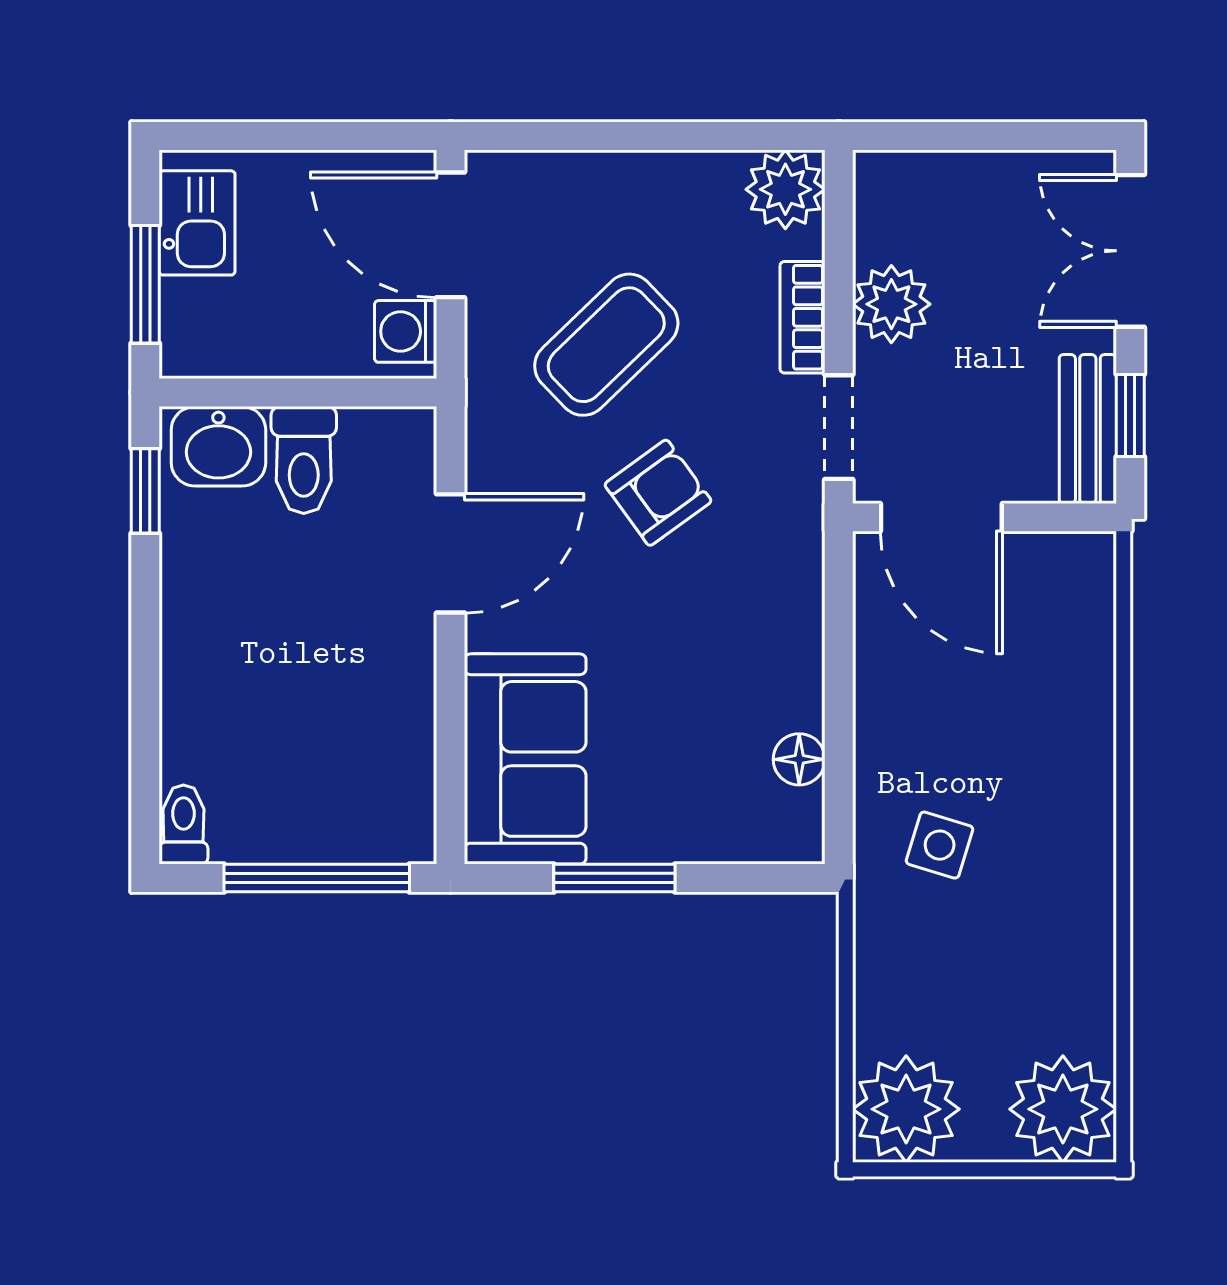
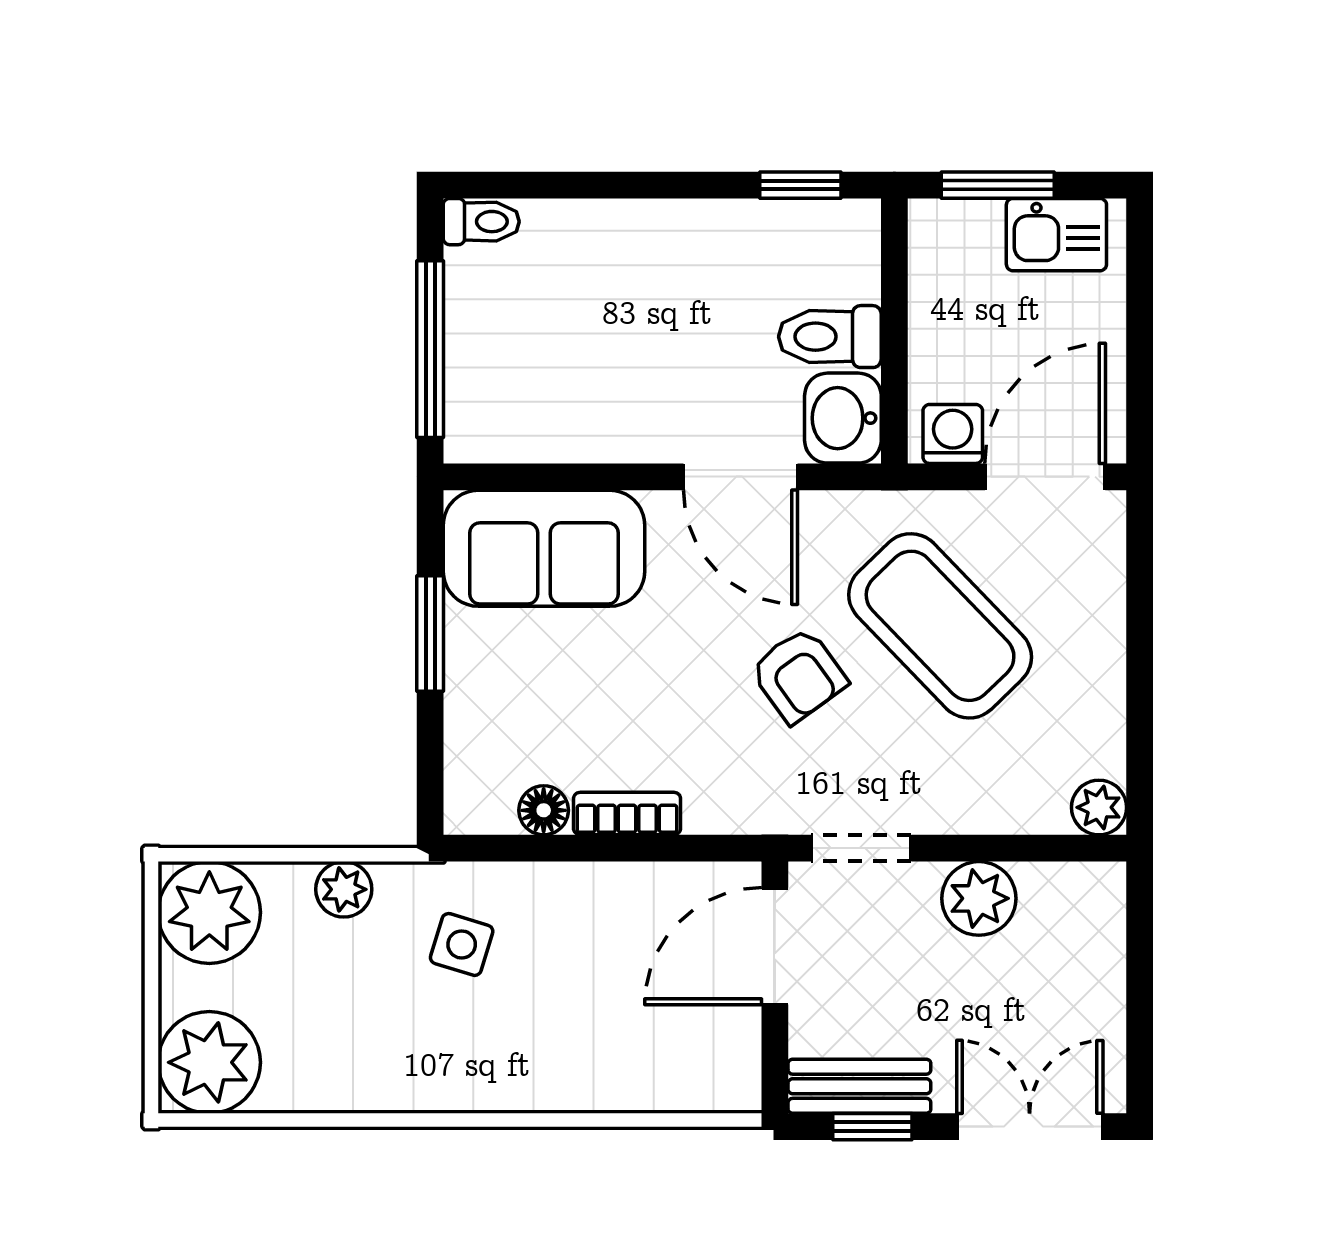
plant: (785, 189) -> (1099, 807), width x0.73, depth x0.73
bookcase: (803, 317) -> (627, 814), moved
coffee table: (606, 345) -> (940, 626), width x1.36, depth x1.32
washbasin: (218, 446) -> (843, 418), moved
plant: (882, 968) -> (344, 889), added

